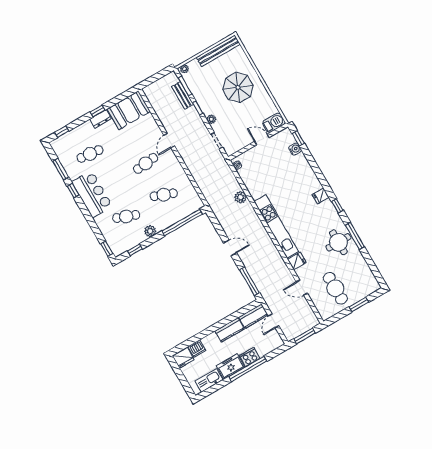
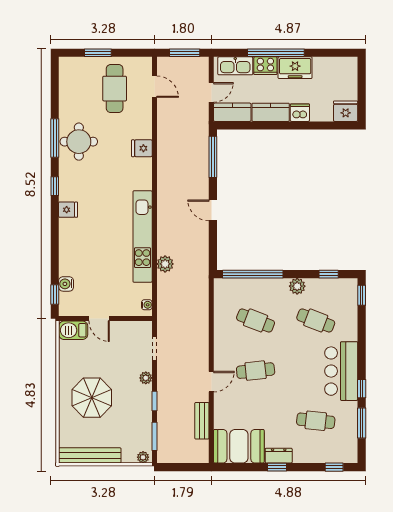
bench: (183, 95) -> (202, 421), moved
kitchen unit: (276, 227) -> (143, 237), moved
door: (302, 288) -> (154, 87), moved
dishwasher: (197, 348) -> (300, 113), moved
kitchen sink: (209, 380) -> (235, 66), moved

